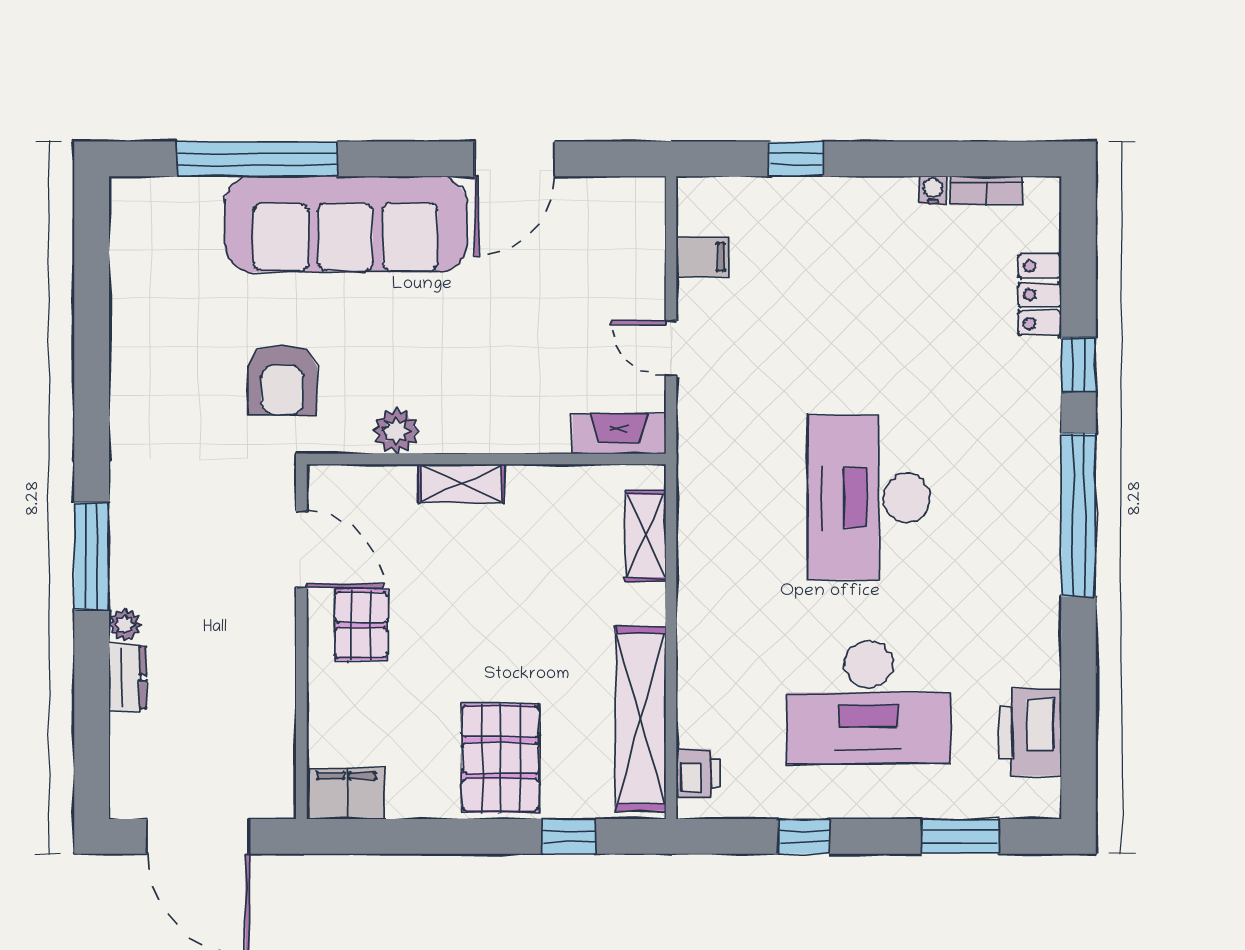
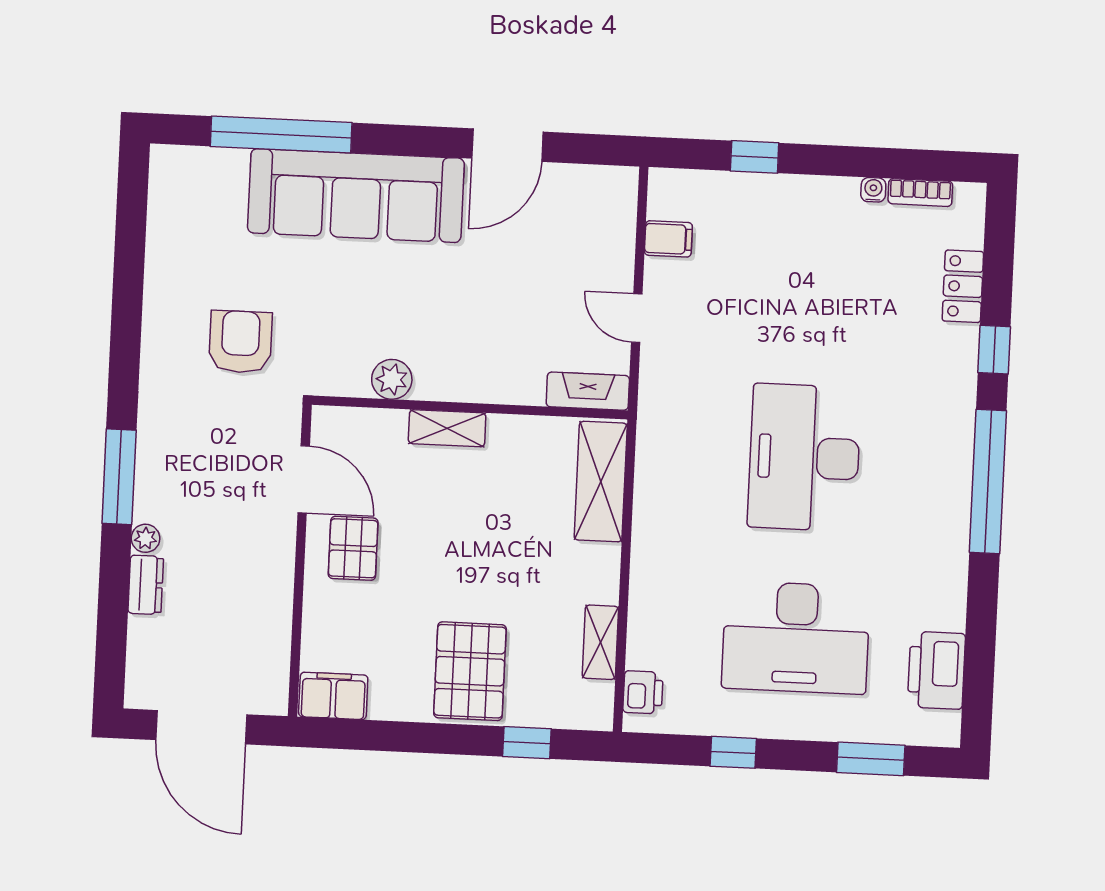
armchair: (282, 380) -> (240, 342), moved, turned 180
shelving: (646, 536) -> (601, 482), width x1.50, depth x1.33
shelving: (641, 718) -> (600, 642), width x0.45, depth x0.75

